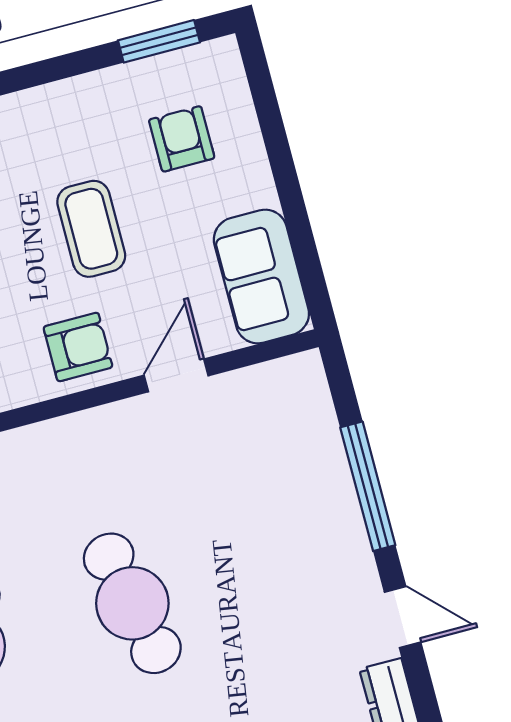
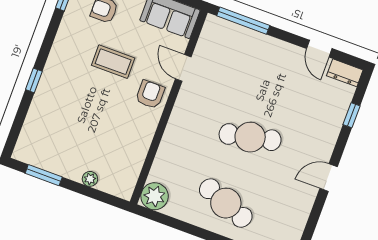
window: (368, 486) -> (243, 21), moved
door: (403, 617) -> (319, 49), swing flipped

